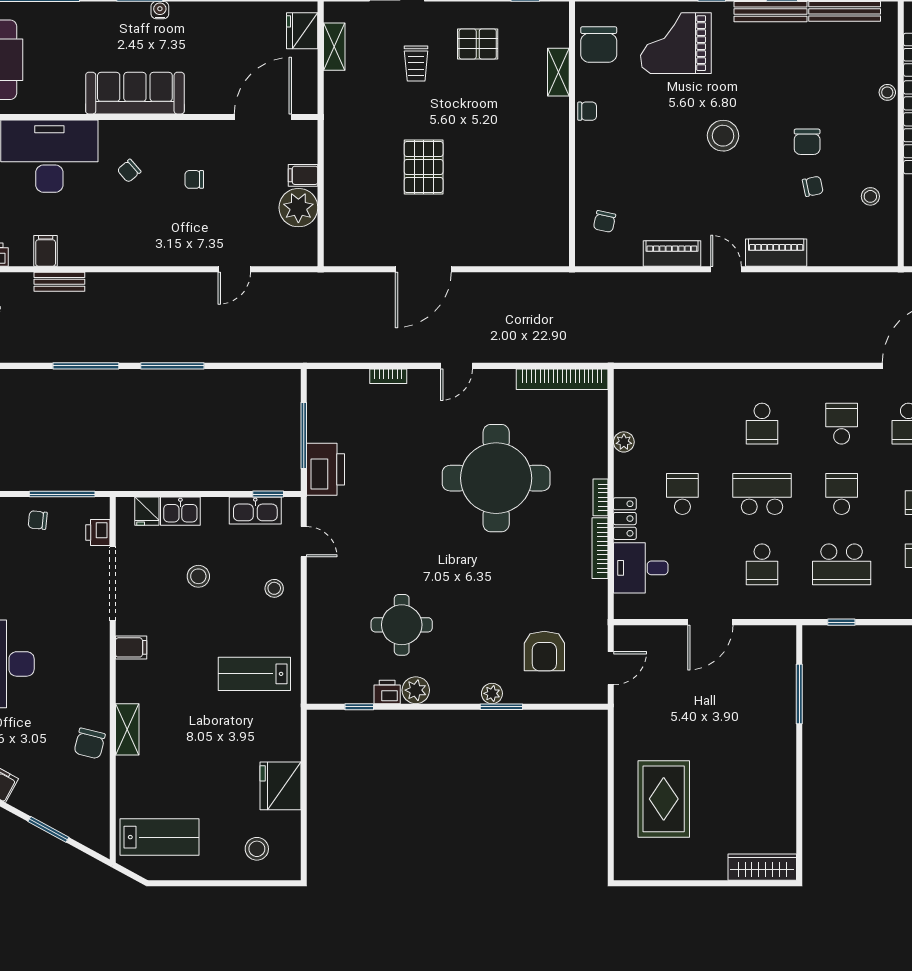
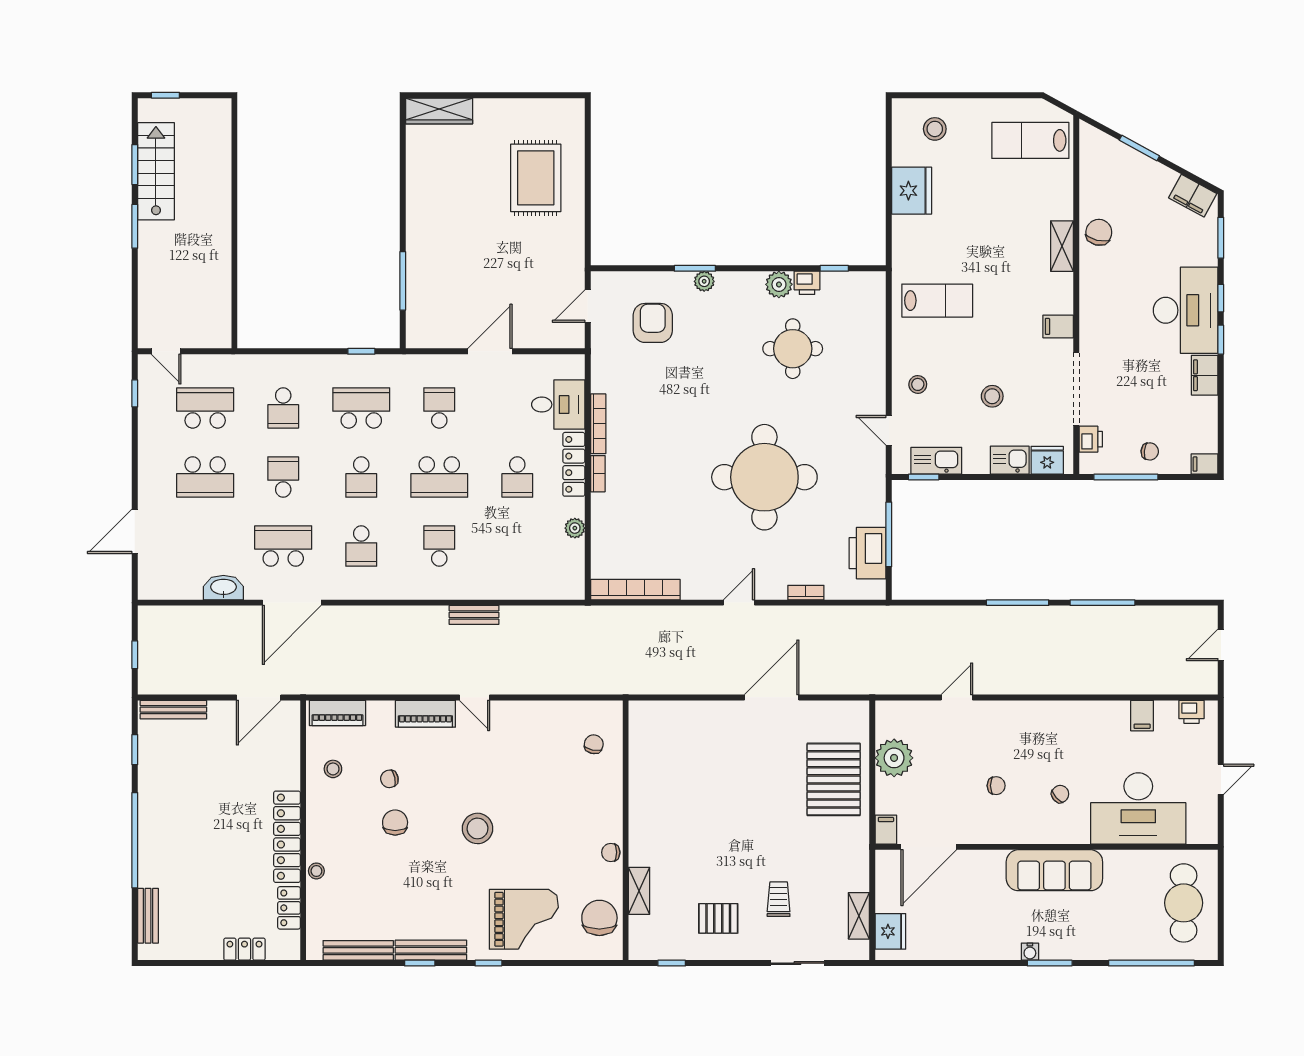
pallet: (424, 167) -> (834, 779), moved, width x1.37, depth x1.41
filing cabinet: (303, 175) -> (886, 830), moved, turned -90
piano: (672, 253) -> (337, 713), moved
bench: (59, 282) -> (474, 615), moved
printer: (325, 469) -> (867, 553), moved
round table: (496, 478) -> (764, 477), moved
fridge: (147, 511) -> (1047, 460), width x1.38
locker: (625, 519) -> (574, 464), width x1.53

